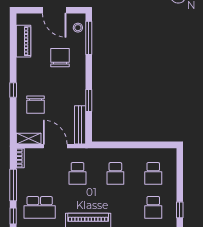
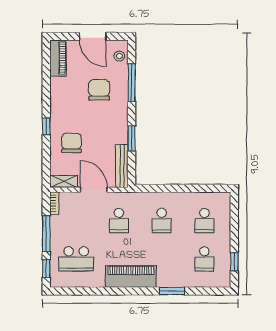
window: (89, 38) -> (132, 82), moved
piano: (23, 41) -> (58, 58), moved
chair: (36, 105) -> (72, 143), turned 180

